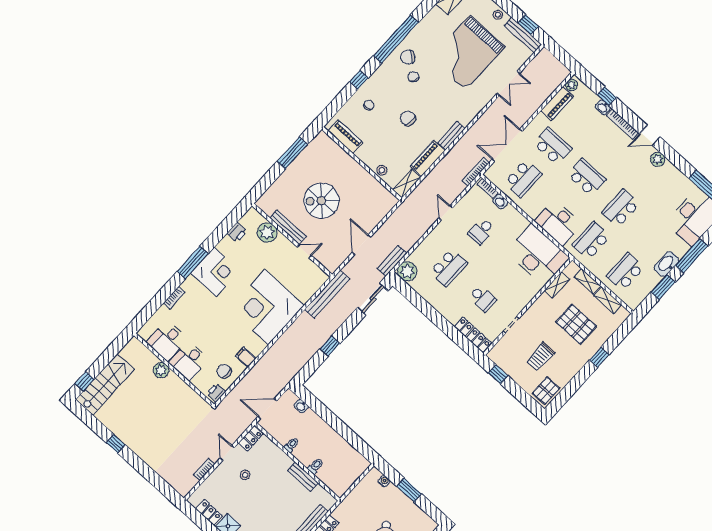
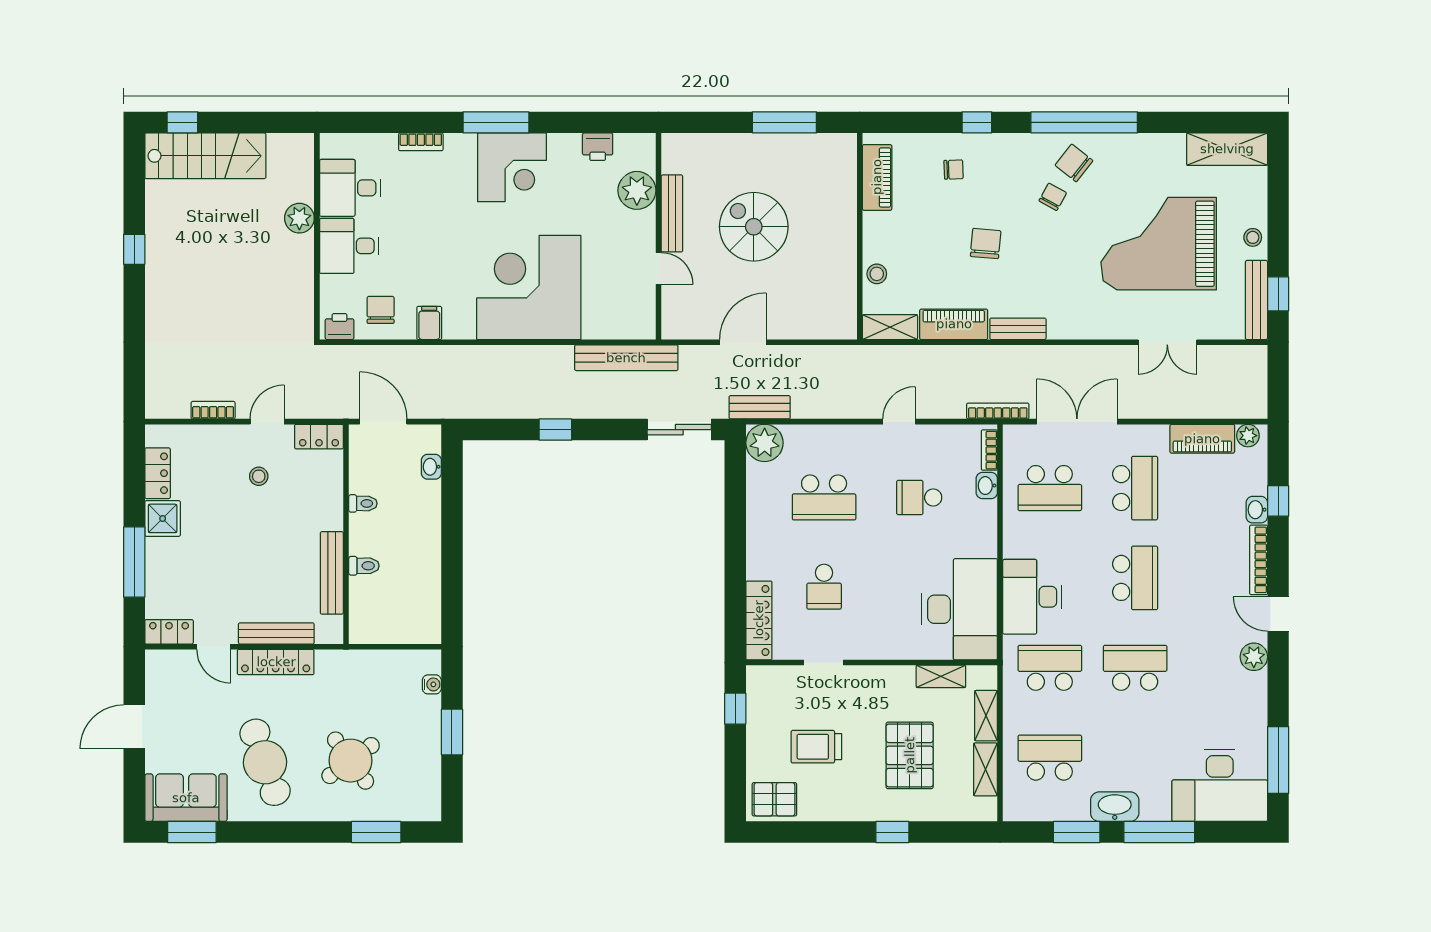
bench: (303, 477) -> (332, 573), width x1.36

